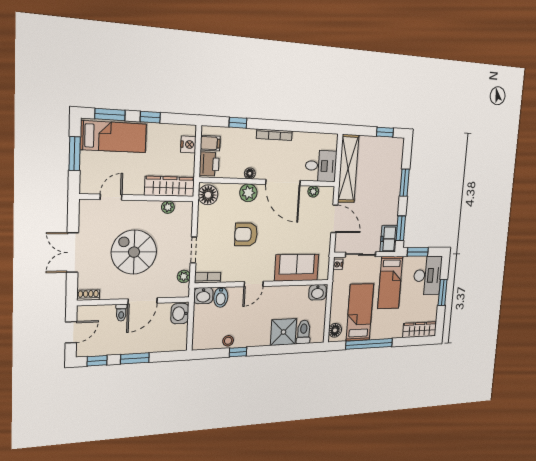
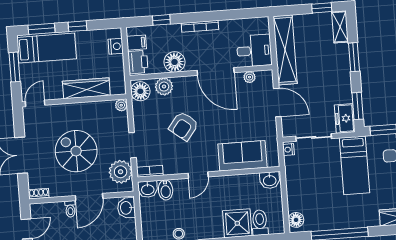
shelving: (397, 153) -> (340, 27), added
floor lamp: (250, 173) -> (174, 62), width x1.89, depth x1.89
wardrobe: (170, 186) -> (86, 88), moved
plant: (248, 193) -> (164, 87), moved
door: (111, 197) -> (35, 103), moved
plant: (168, 207) -> (121, 105), moved
armchair: (246, 234) -> (184, 126), turned -52
plant: (184, 276) -> (121, 172), width x1.88, depth x1.88
bed: (360, 312) -> (323, 199), removed

